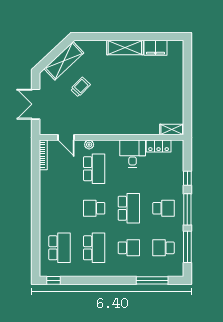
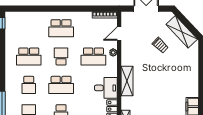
shelving: (125, 48) -> (127, 81), moved
school desk: (59, 248) -> (61, 28), moved

